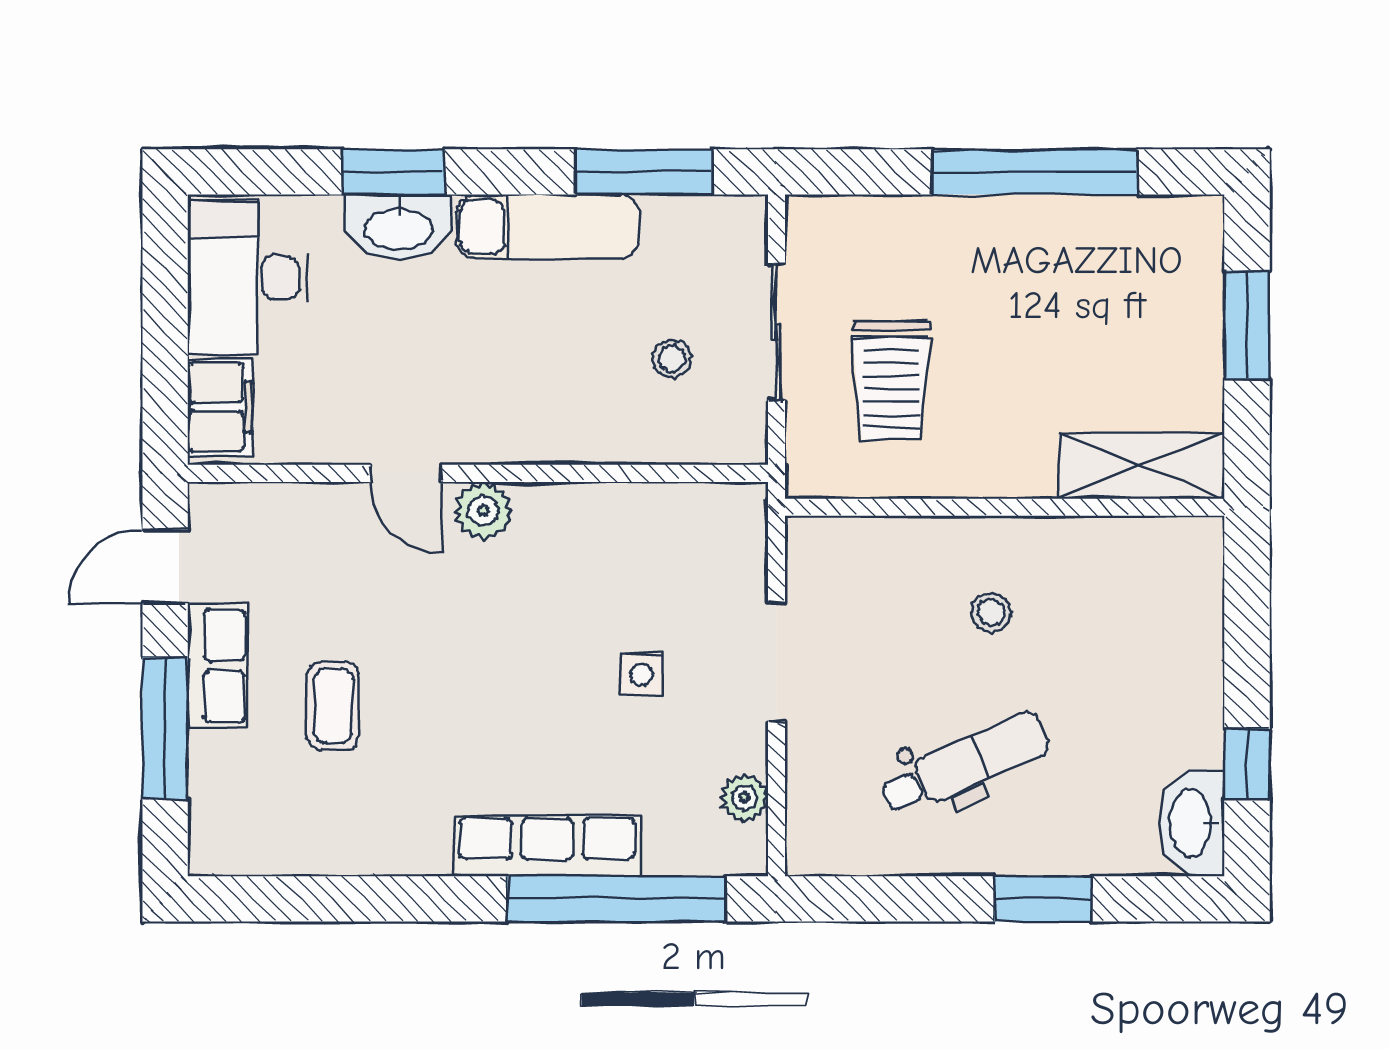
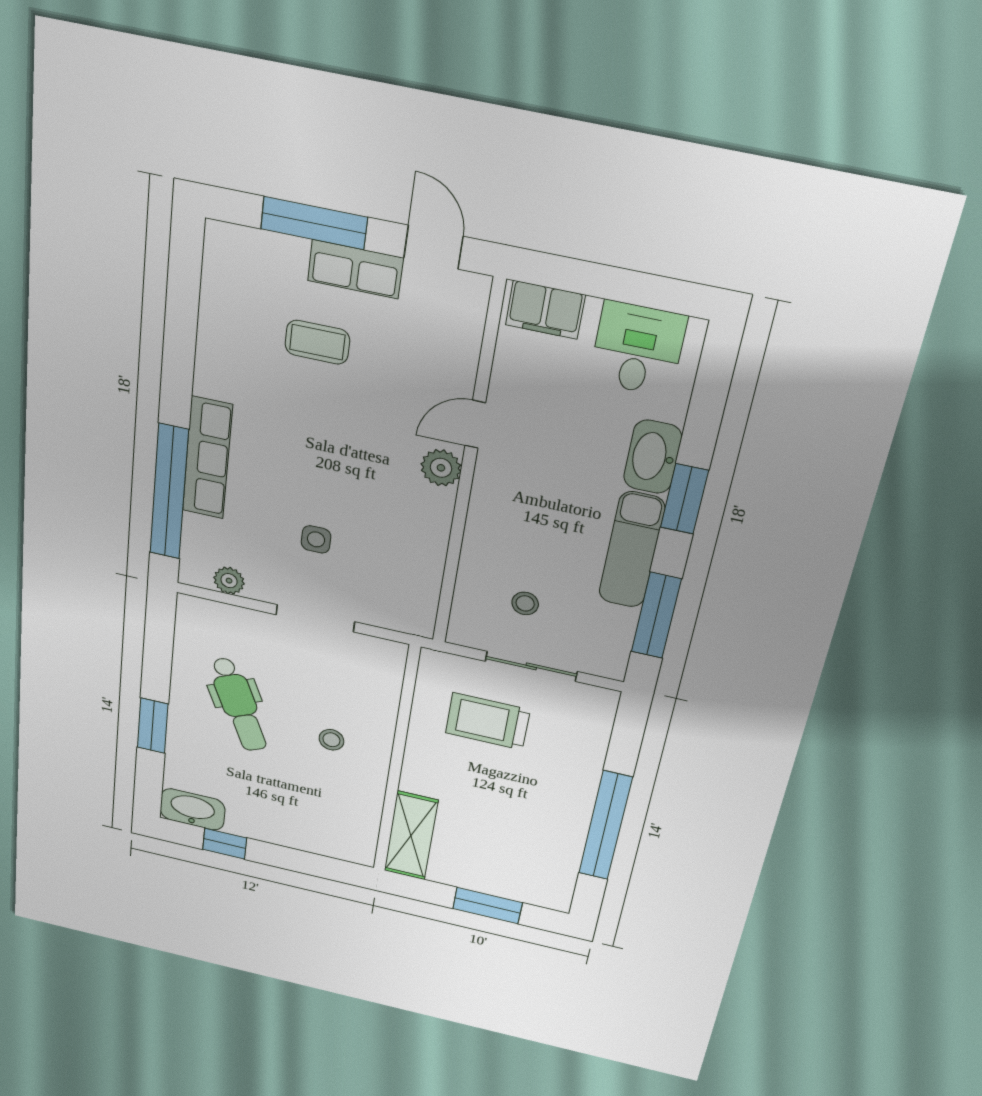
window: (394, 172) -> (684, 499), moved
desk: (248, 278) -> (638, 349), width x0.73

